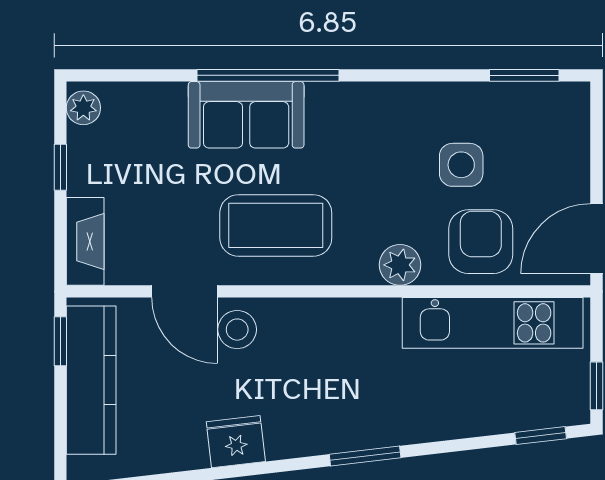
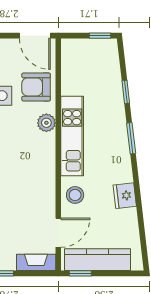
coffee table: (276, 225) -> (29, 178), removed
door: (185, 291) -> (58, 233), moved
kitchen unit: (493, 323) -> (72, 136), moved
window: (541, 436) -> (126, 92), moved

